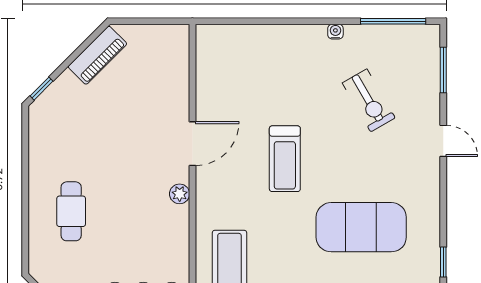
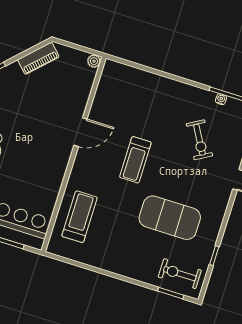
water cooler: (335, 32) -> (221, 99), moved
plant: (180, 194) -> (94, 61), moved

